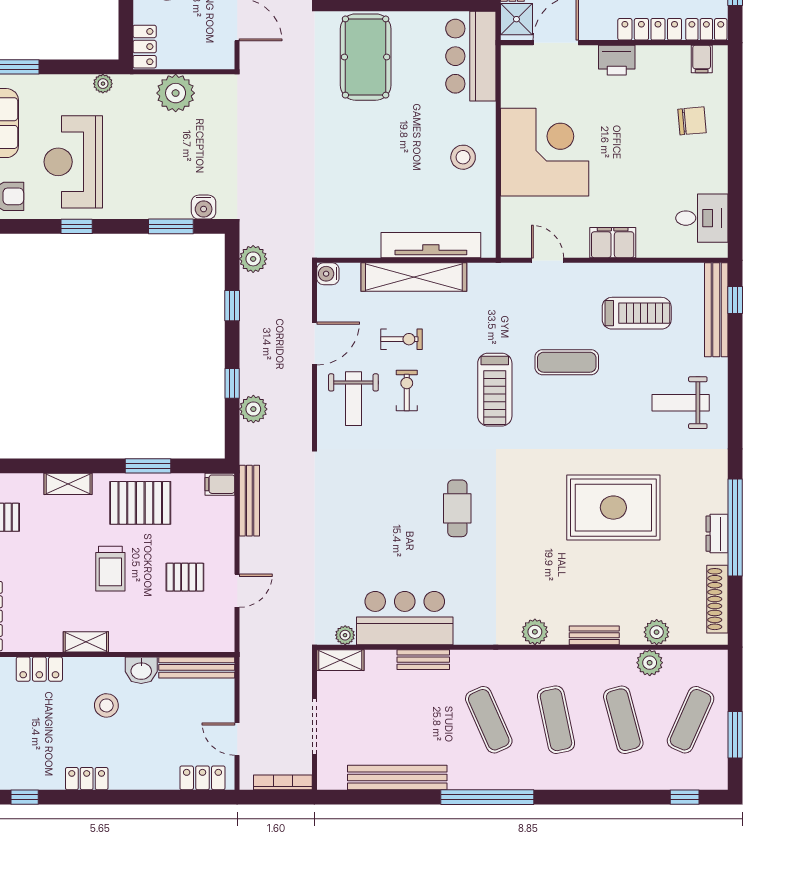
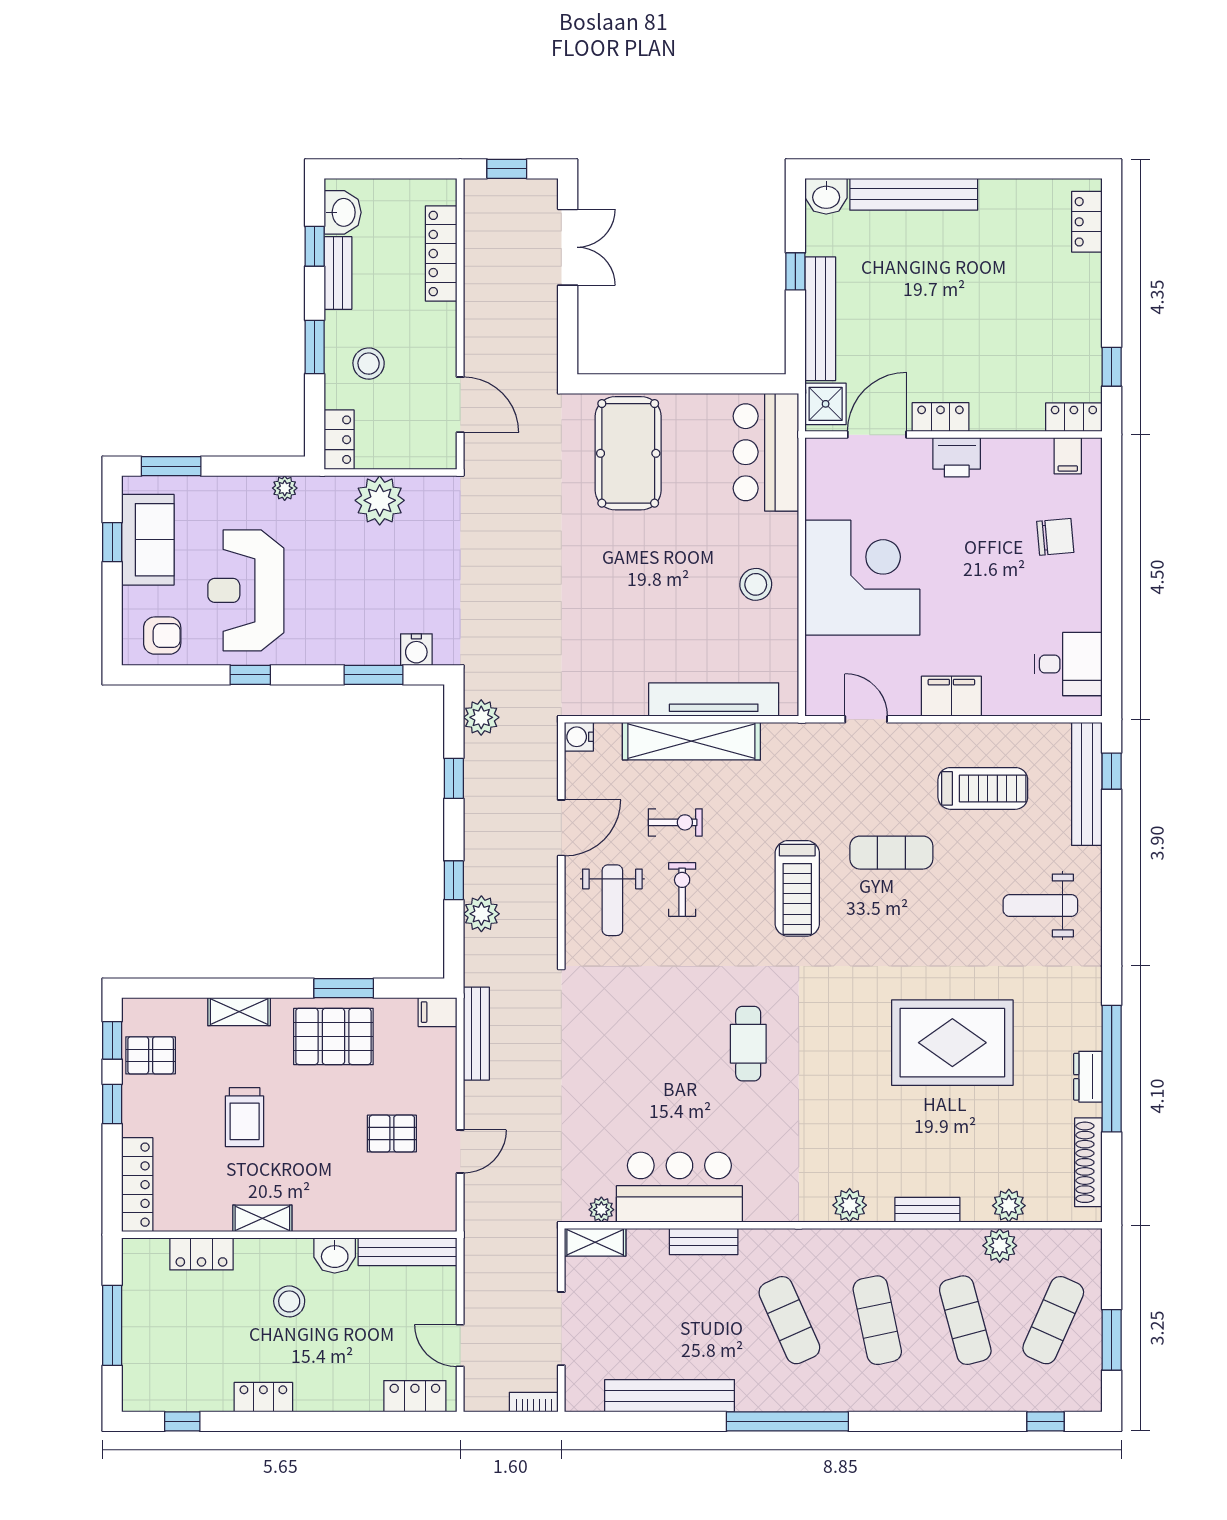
locker: (650, 29) -> (941, 417), moved, width x0.66
trolley: (110, 569) -> (245, 1117), moved
bookcase: (283, 782) -> (534, 1402), width x0.64

